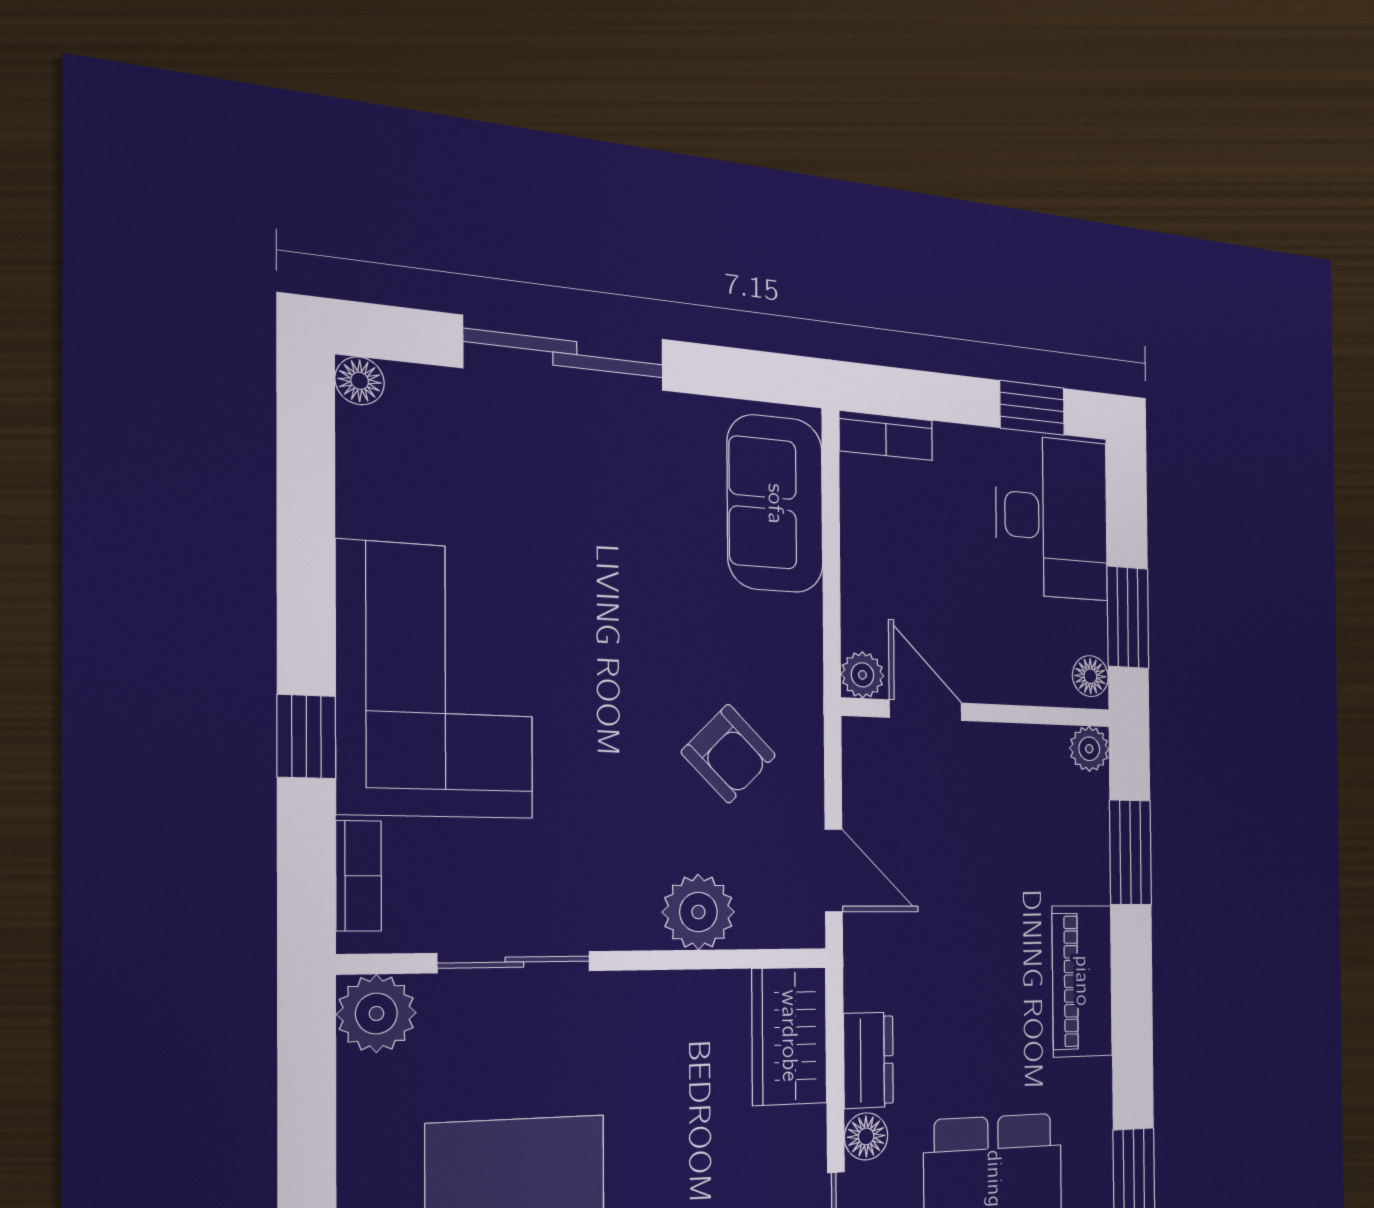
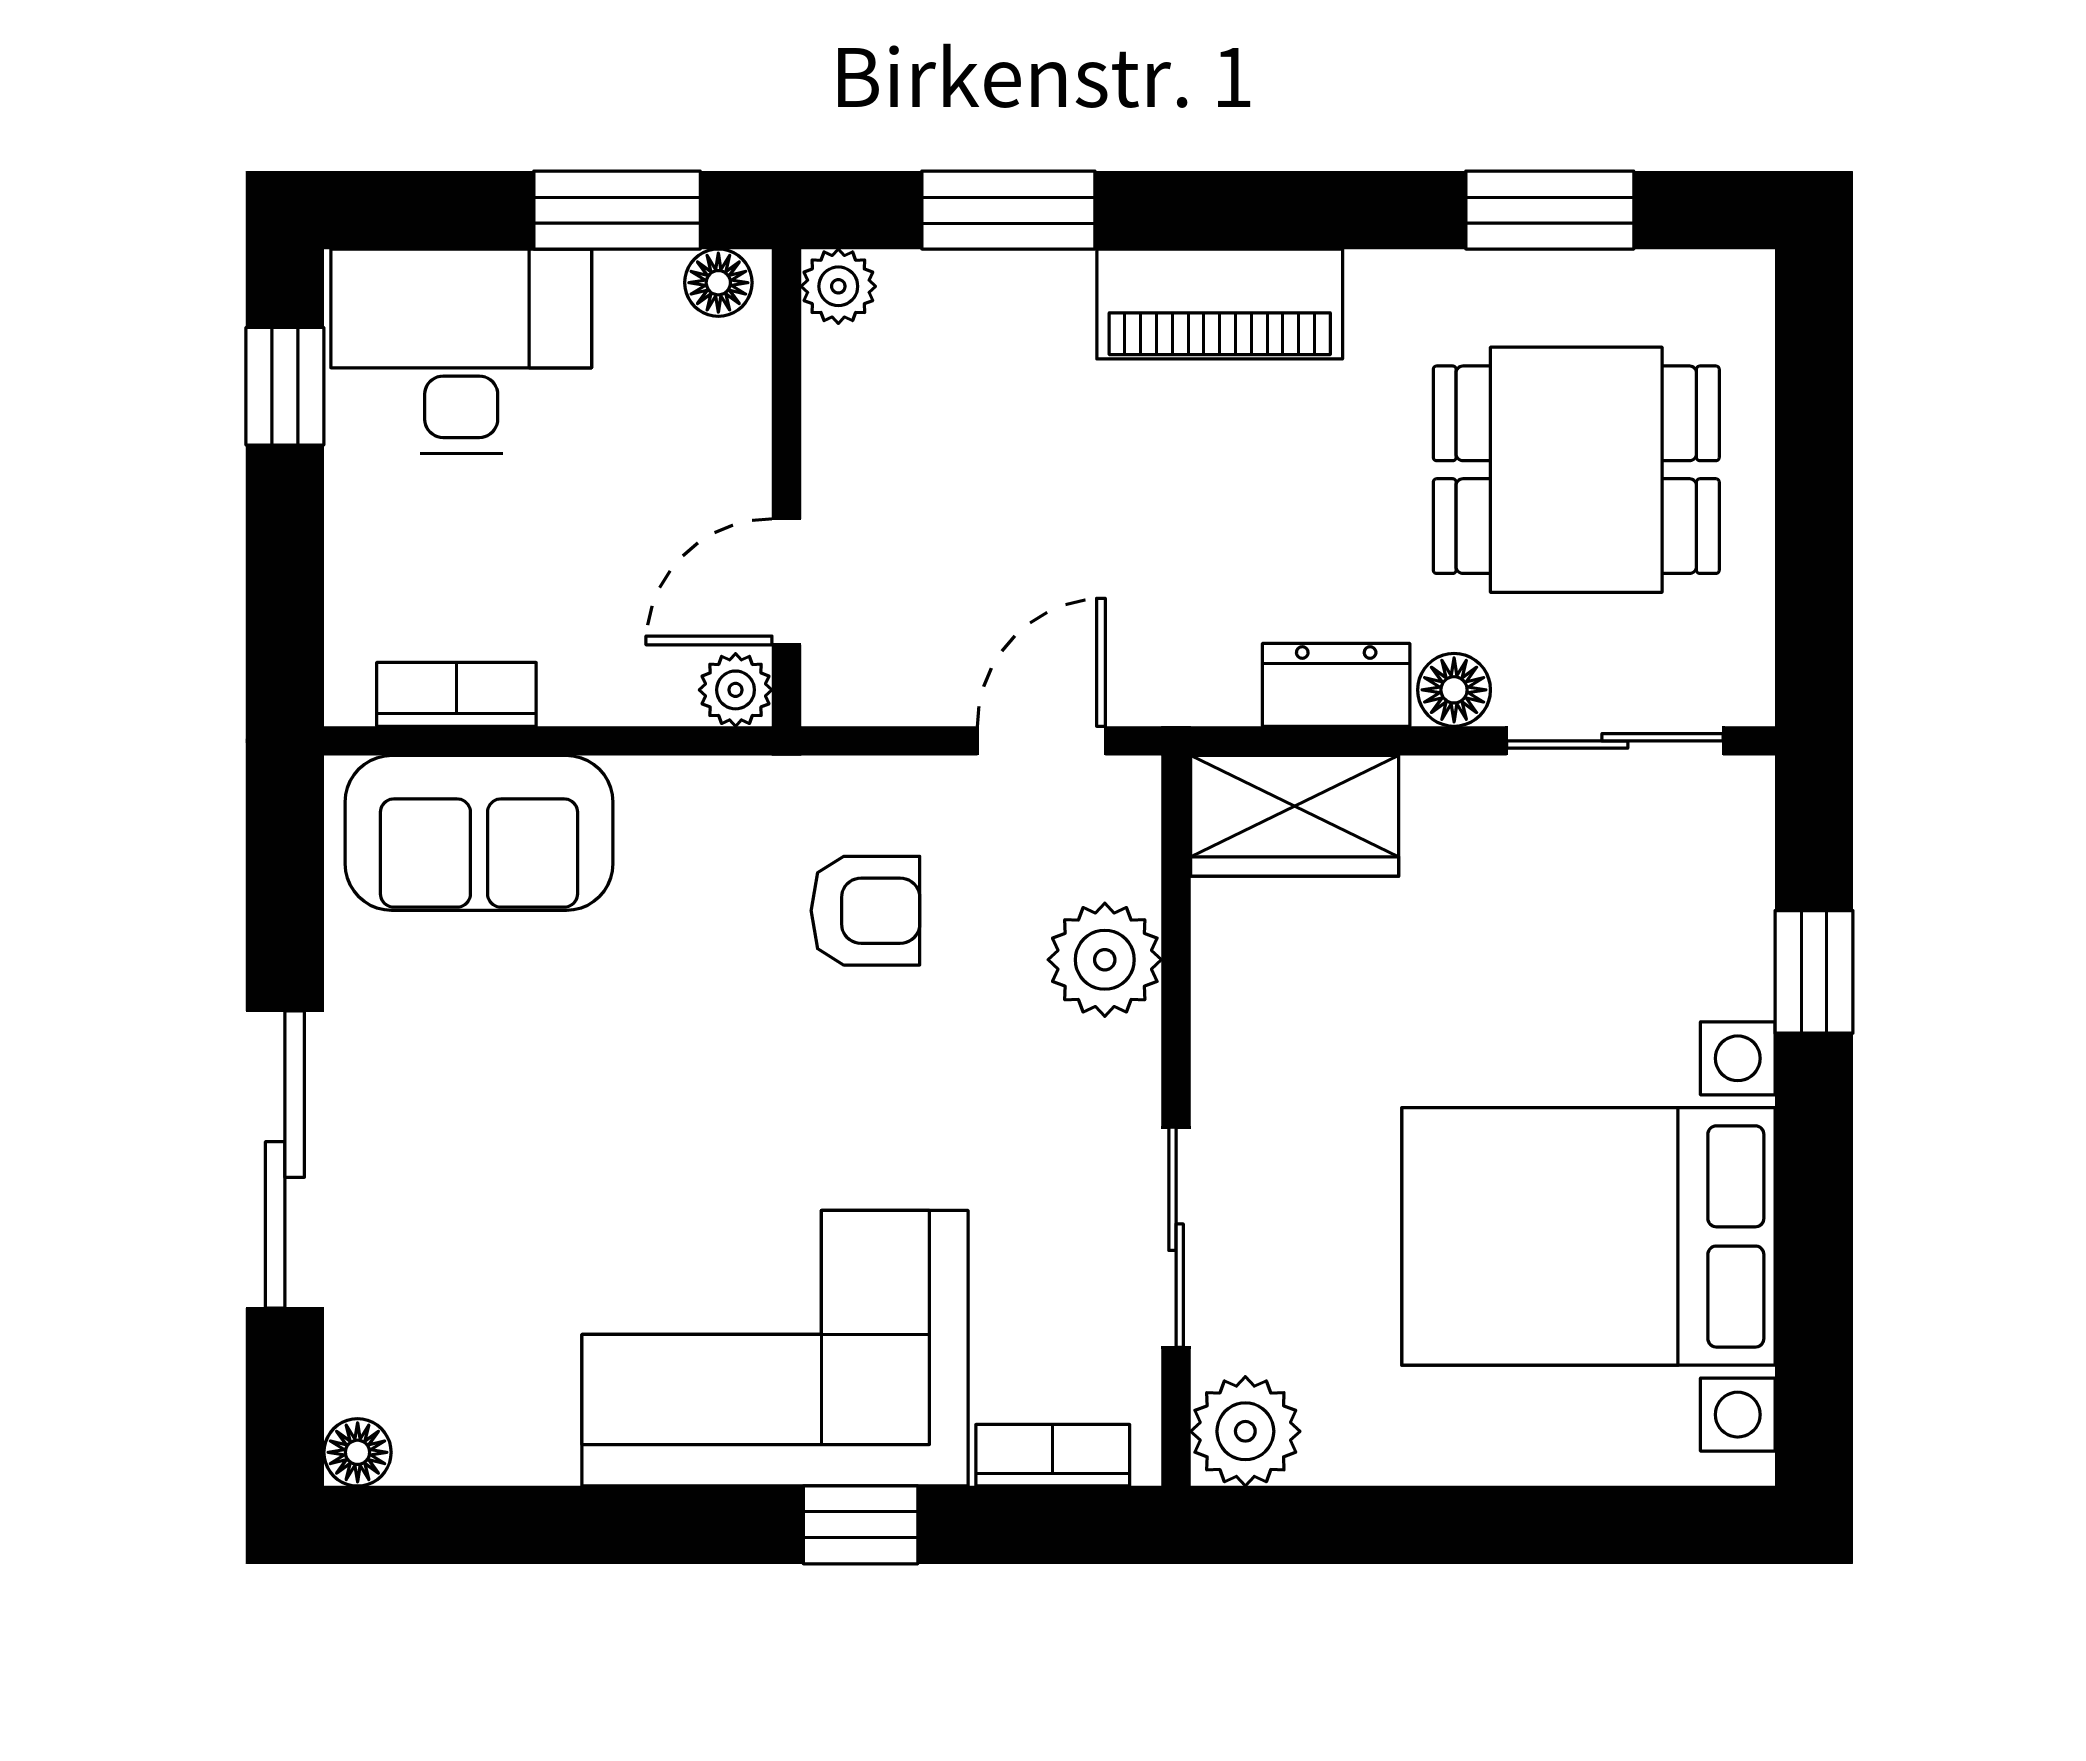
bookcase: (886, 436) -> (456, 694), moved, turned -90
armchair: (729, 754) -> (865, 911), turned 45

